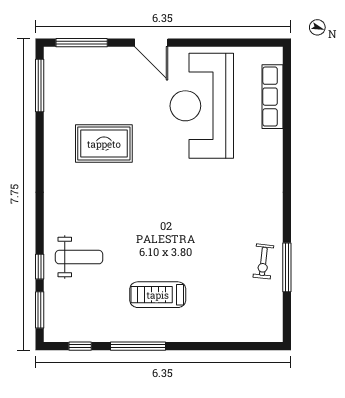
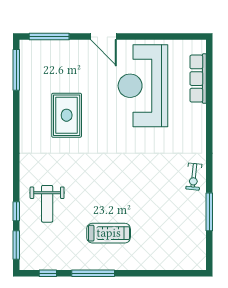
rug: (104, 144) -> (67, 115), turned 90
weight bench: (79, 257) -> (47, 204), turned 90
exercise bike: (263, 261) -> (194, 177), moved
treadmill: (158, 295) -> (109, 233), turned 180

